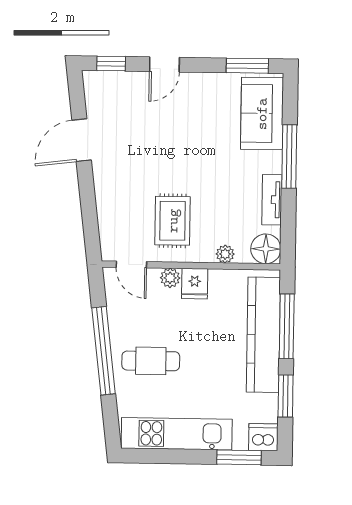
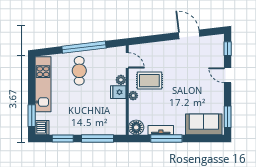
window: (289, 156) -> (166, 138), moved
plant: (225, 254) -> (133, 96), moved
door: (131, 265) -> (127, 60), swing flipped
kitchen counter: (263, 335) -> (93, 127), removed

